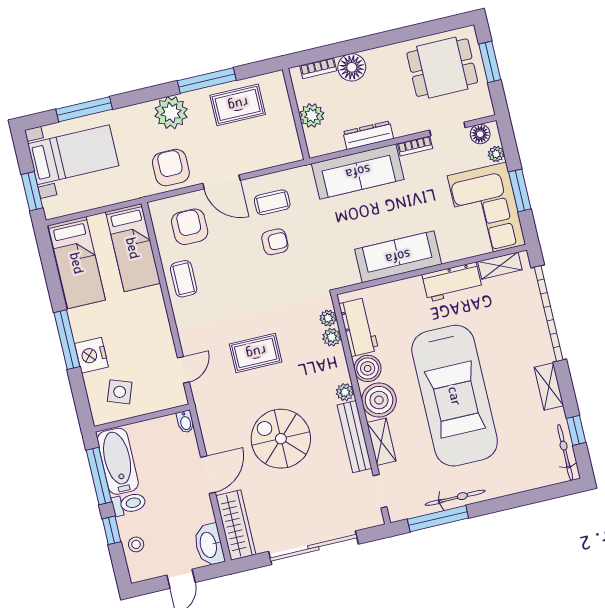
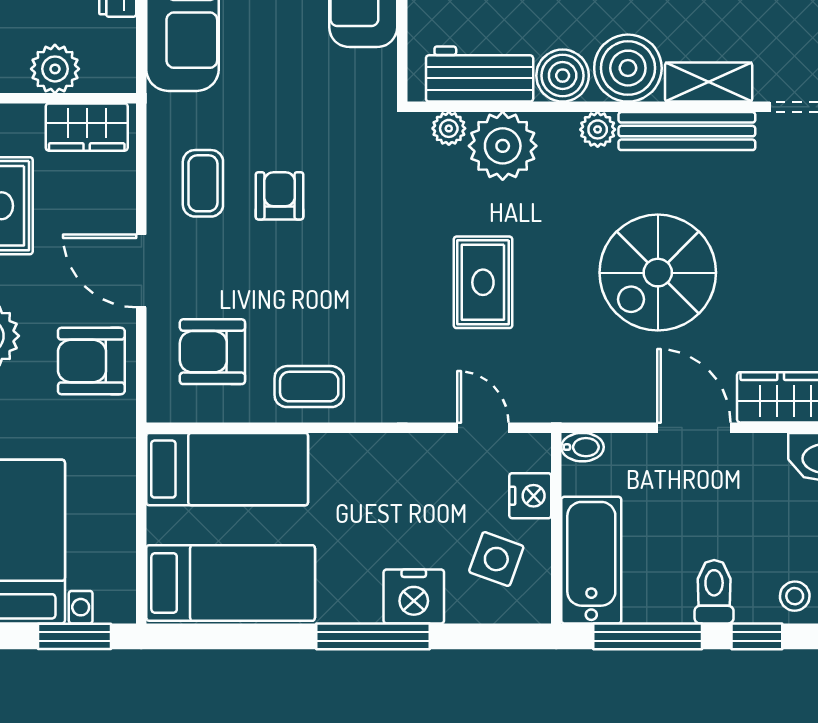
wardrobe: (287, 138) -> (87, 127), added
door: (221, 182) -> (141, 271), swing flipped
plant: (332, 337) -> (503, 146), width x1.87, depth x1.87
nightstand: (155, 401) -> (530, 496), added
bathtub: (118, 461) -> (591, 560), moved, turned 90

